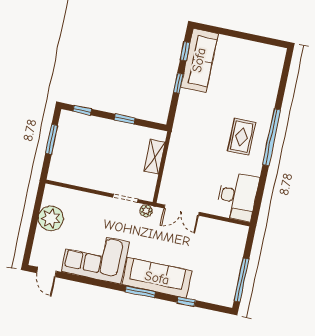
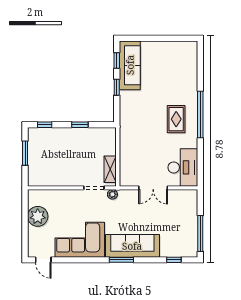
shelving: (155, 157) -> (110, 169), moved
double door: (182, 210) -> (153, 188), moved
window: (186, 301) -> (174, 260), moved

